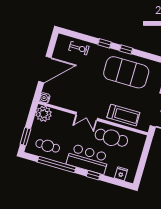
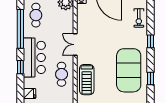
window: (126, 50) -> (151, 78), moved
cafe table: (111, 138) -> (62, 74), width x0.73, depth x0.74

